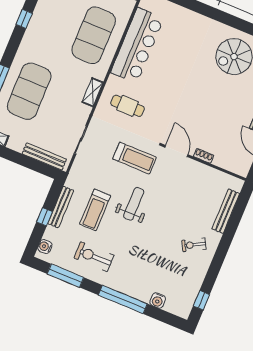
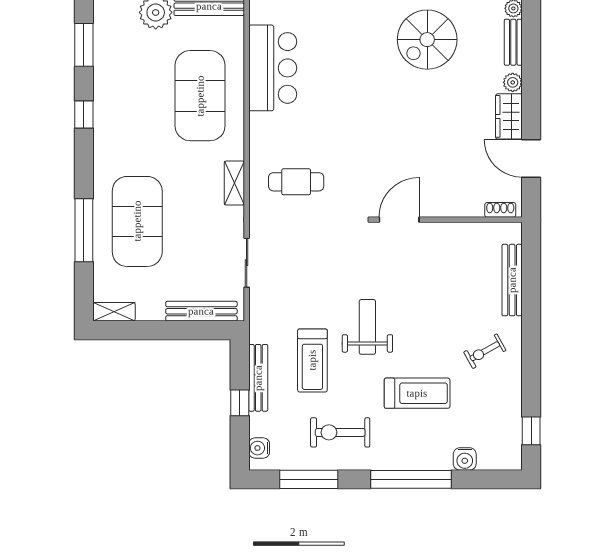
bar counter: (137, 45) -> (273, 68), width x0.73
door: (176, 151) -> (399, 220), hinge flipped
shoe rack: (204, 156) -> (500, 210), moved
treadmill: (134, 158) -> (417, 393), moved

